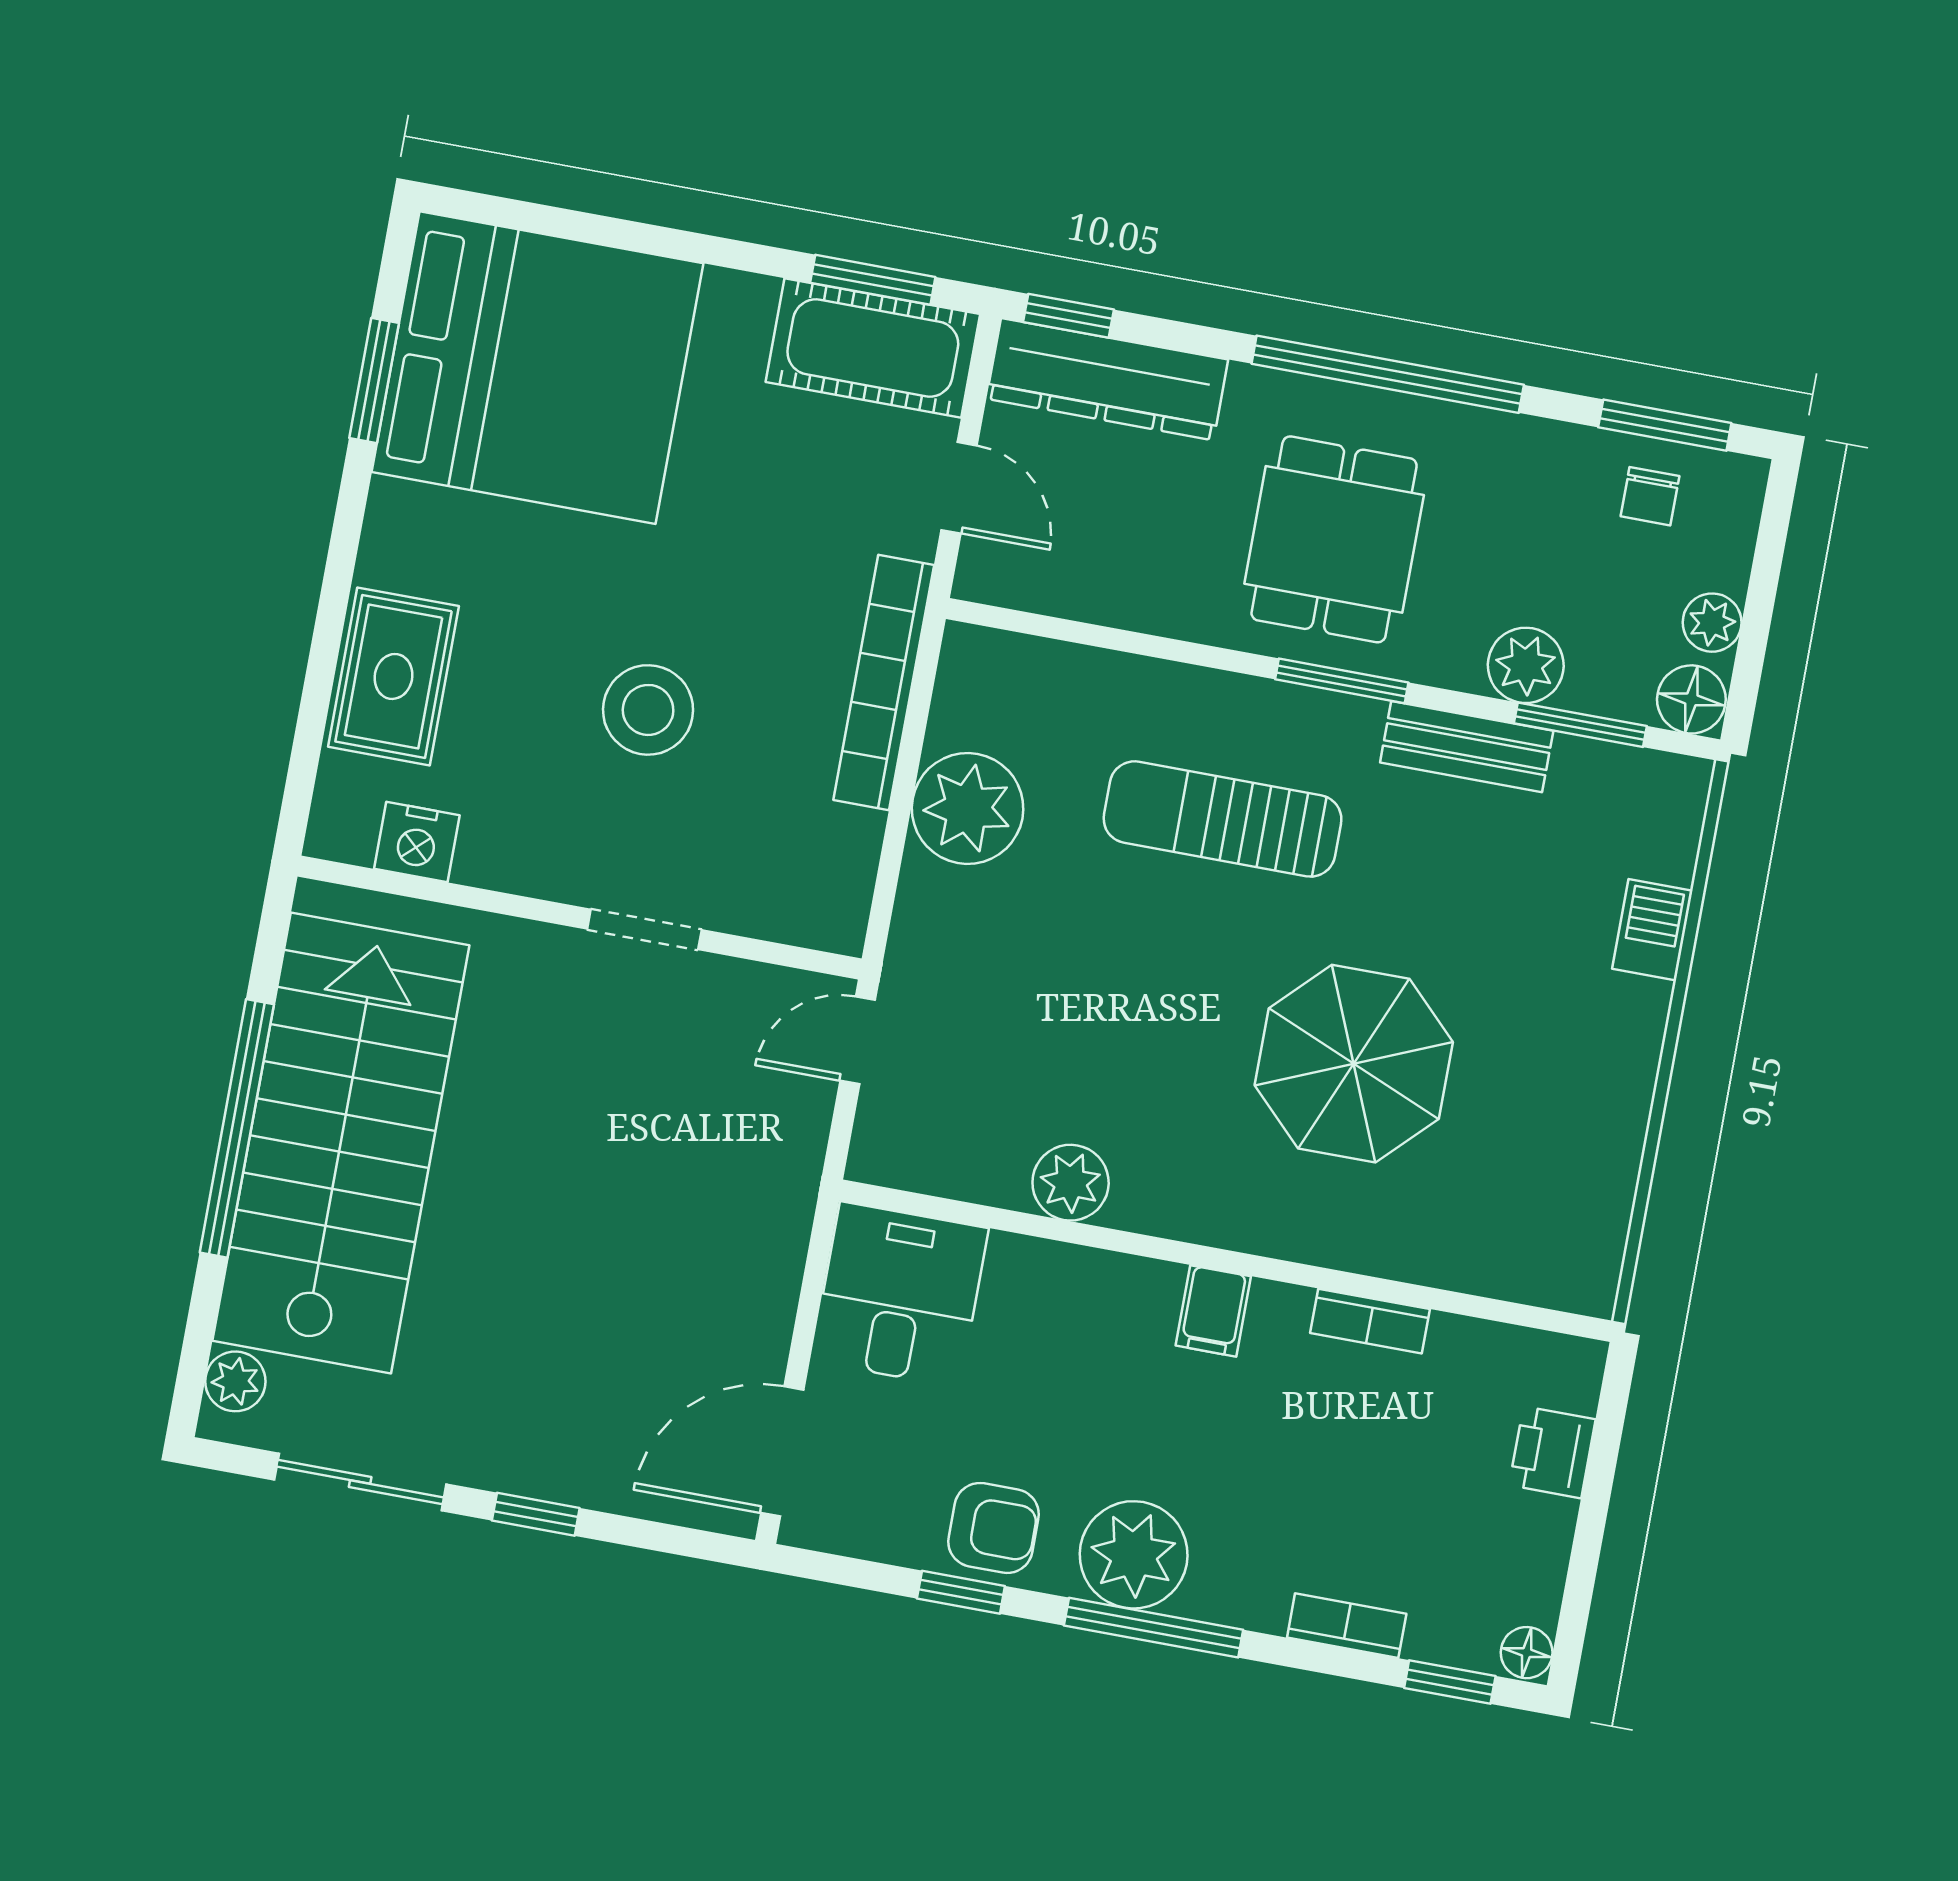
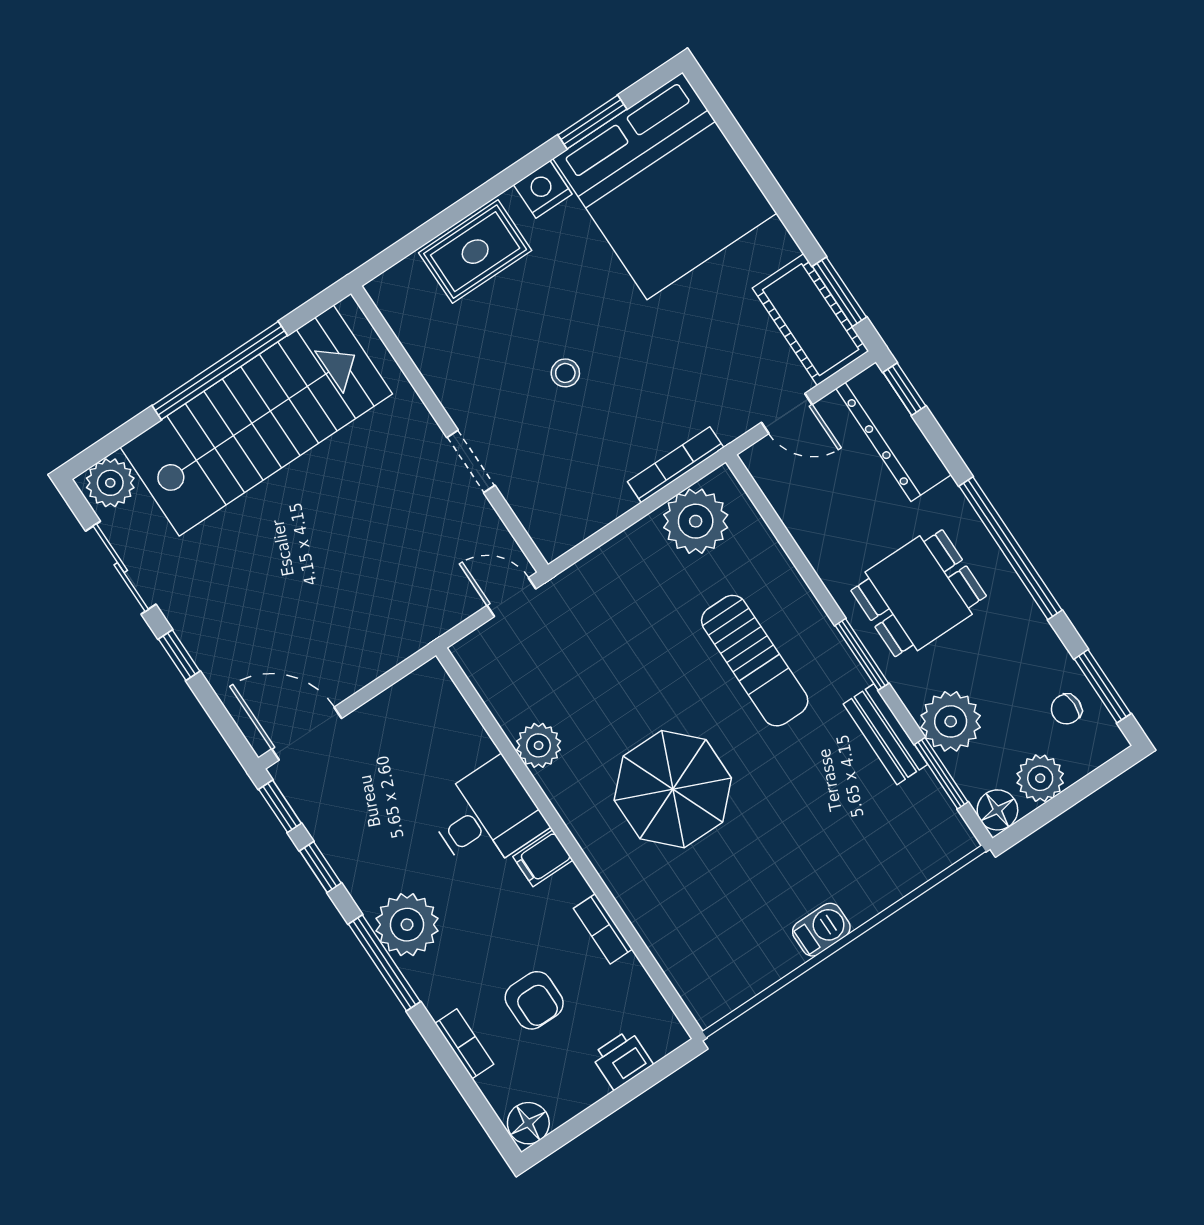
door: (959, 488) -> (787, 413), hinge flipped
plant: (1712, 623) -> (1040, 778), width x1.38, depth x1.38
plant: (1526, 665) -> (951, 721), width x1.36, depth x1.36
bookcase: (884, 683) -> (676, 465), width x0.68, depth x0.76
stool: (648, 710) -> (565, 373), width x0.53, depth x0.53
plant: (968, 808) -> (696, 521), moved
sun lounger: (1223, 819) -> (755, 661), turned 180
nightstand: (417, 842) -> (543, 189), moved, turned 90
barbecue: (1652, 930) -> (821, 930), moved
parasol: (1354, 1064) -> (673, 789), moved
desk: (900, 1295) -> (486, 817), moved
plant: (235, 1381) -> (110, 483), width x1.38, depth x1.38
armchair: (994, 1528) -> (534, 1000), moved
floor lamp: (1527, 1653) -> (528, 1123), width x1.37, depth x1.37
window: (1450, 1682) -> (280, 806), moved

